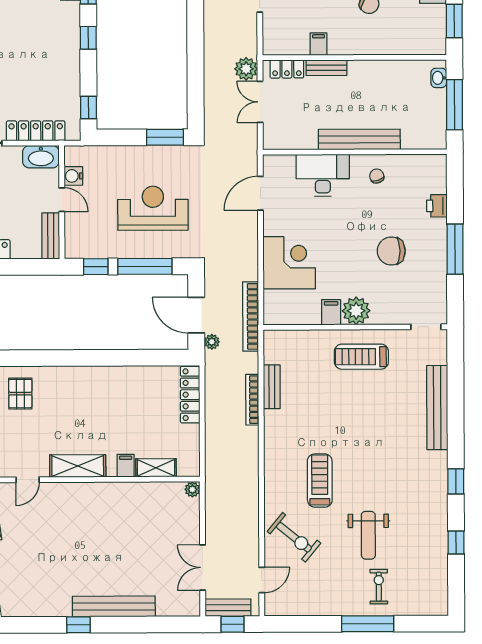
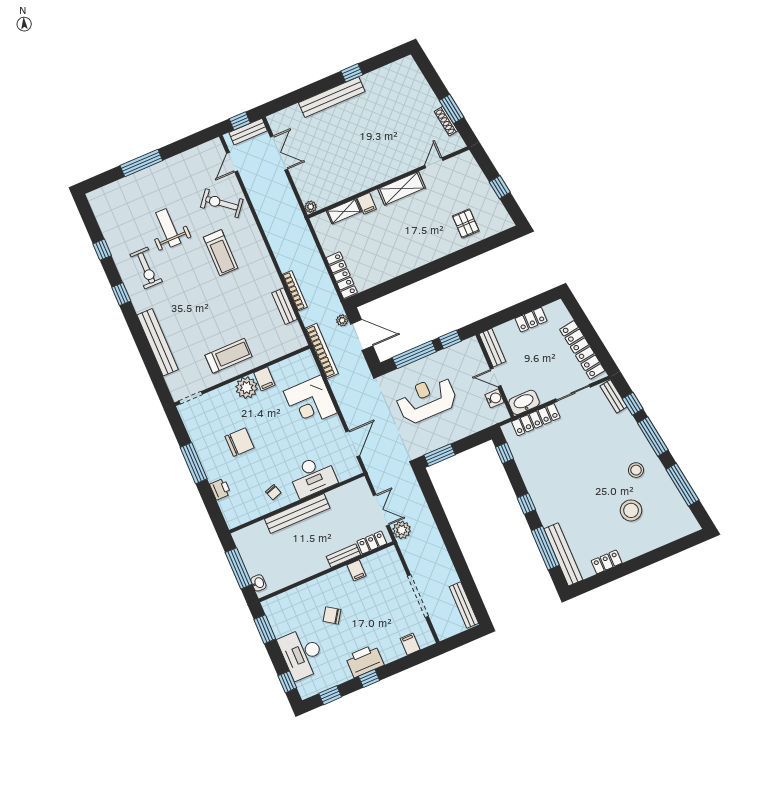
reception desk: (153, 208) -> (426, 399), turned 180
exercise bike: (379, 587) -> (146, 268), moved, width x1.38, depth x1.39

